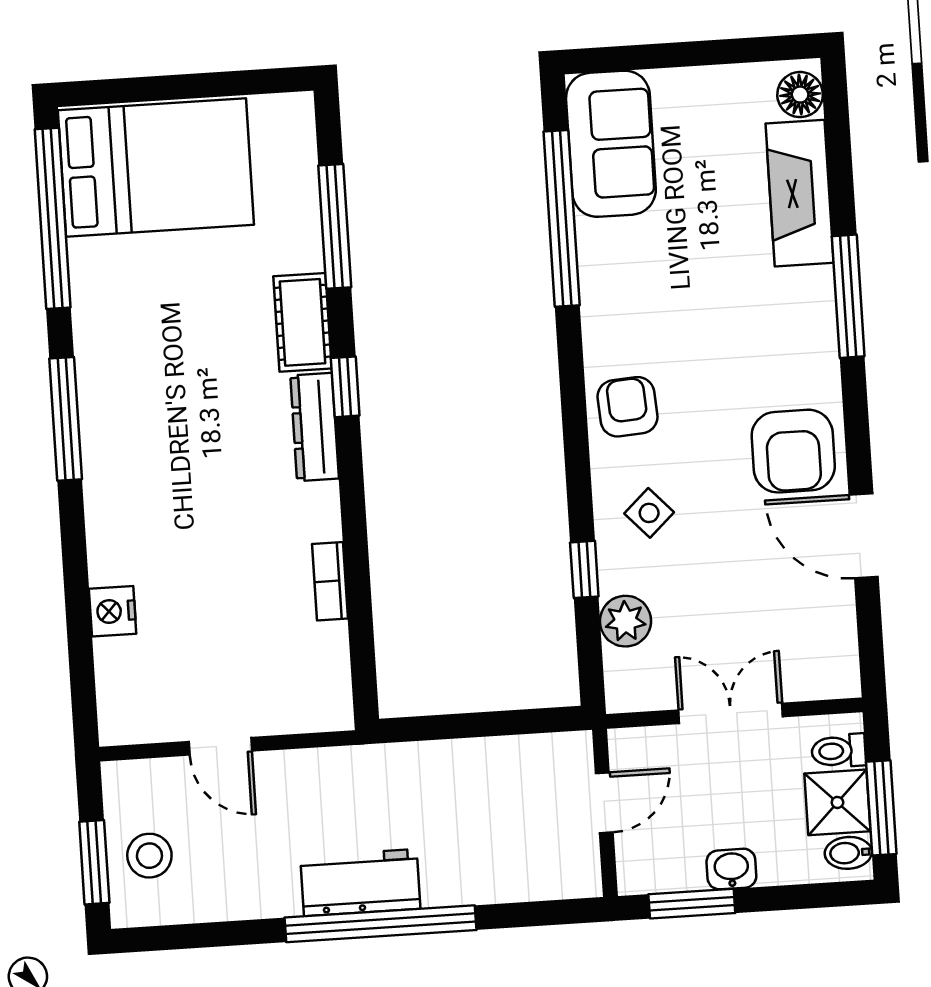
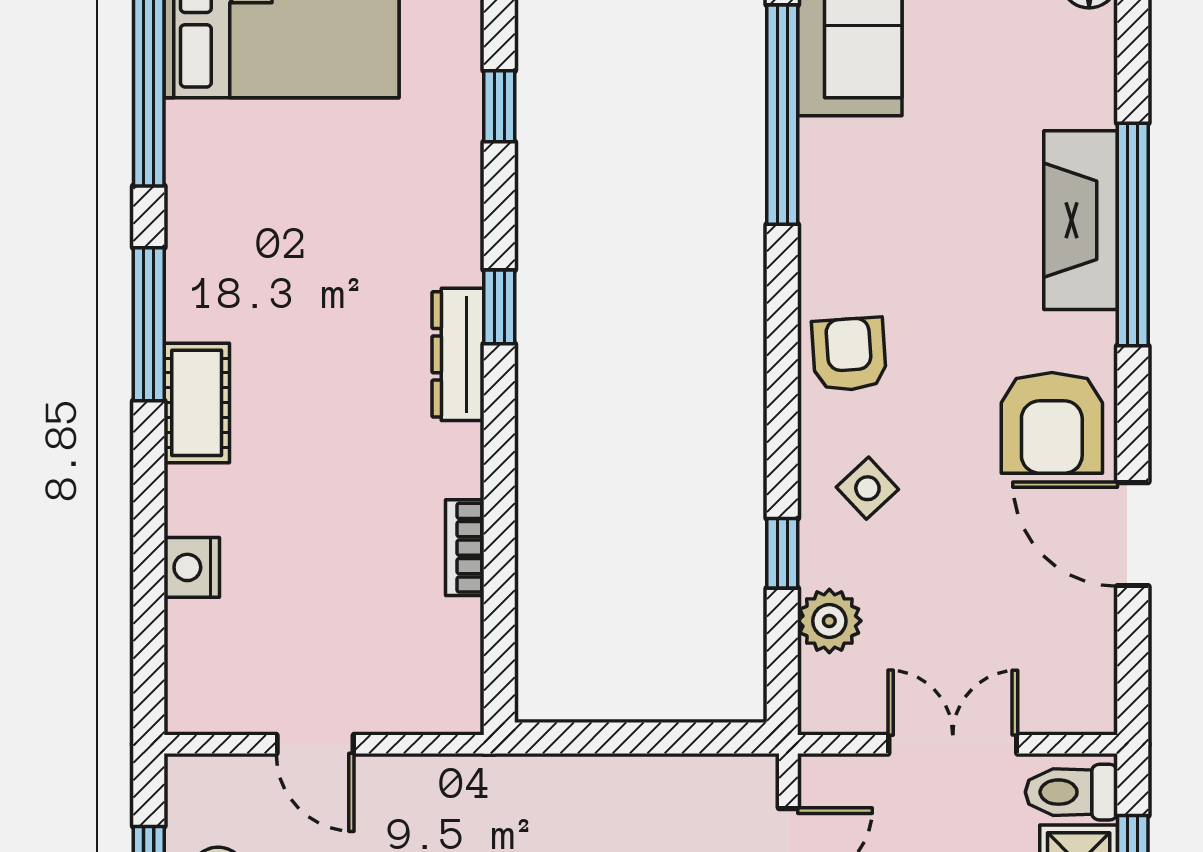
fireplace: (800, 193) -> (1081, 220), moved
window: (335, 226) -> (499, 106), width x0.46
window: (848, 296) -> (1133, 235), width x1.46
cot: (302, 322) -> (197, 403), moved
toilet: (839, 751) -> (1071, 792), width x1.37, depth x1.39

